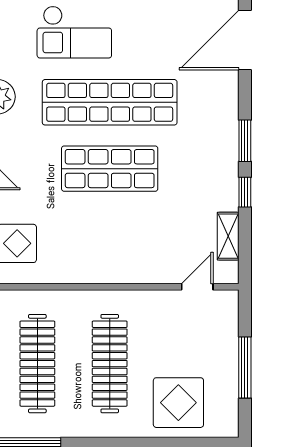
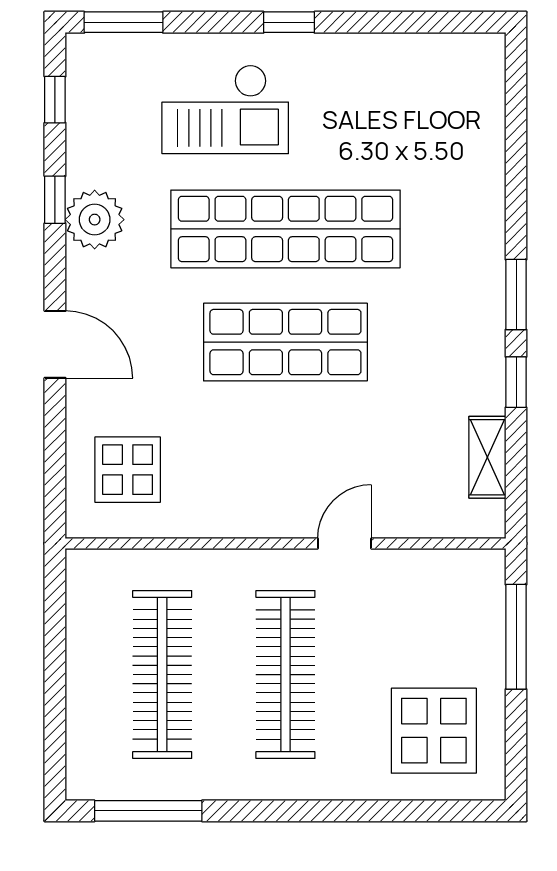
door: (245, 40) -> (516, 123), removed
door: (197, 287) -> (344, 543), moved
window: (245, 368) -> (516, 637), moved
display table: (178, 403) -> (434, 731), moved

